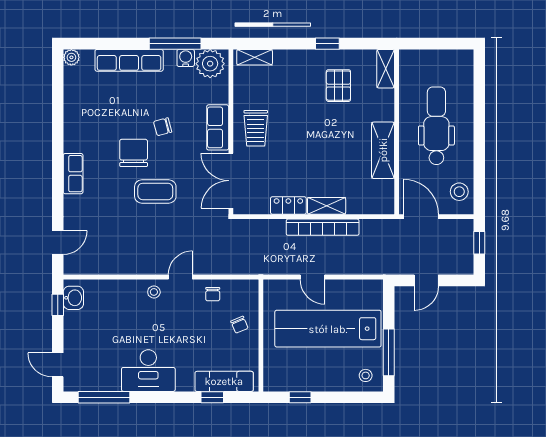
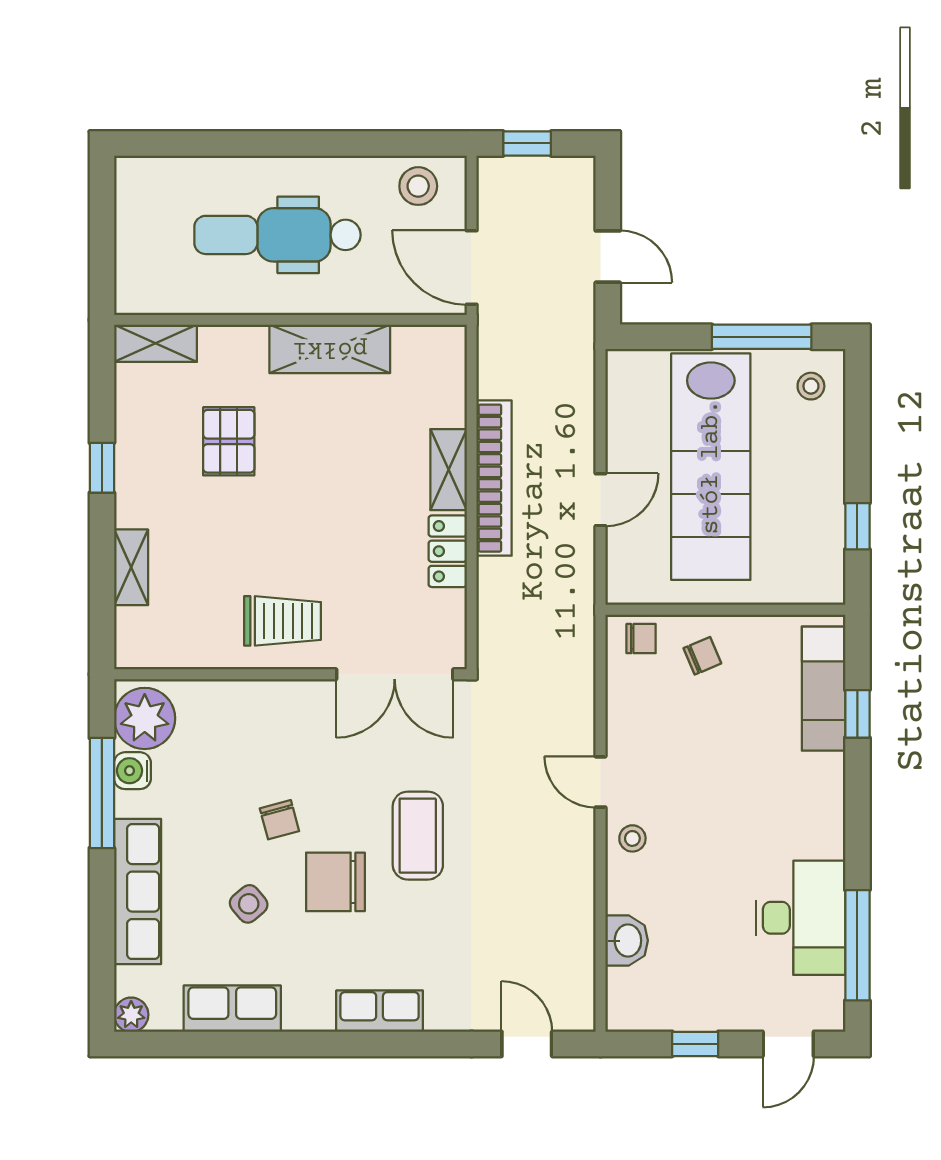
shelving: (255, 57) -> (131, 567), moved
pallet: (338, 86) -> (229, 441), moved, turned 90
side table: (123, 112) -> (249, 904), added
row of seats: (218, 127) -> (232, 1009), moved, turned 180
door: (421, 217) -> (472, 267), hinge flipped
chair: (213, 294) -> (641, 639), moved
washbasin: (73, 298) -> (627, 941), moved, turned 90
window: (58, 305) -> (695, 1044), moved
desk: (148, 371) -> (801, 918), moved

